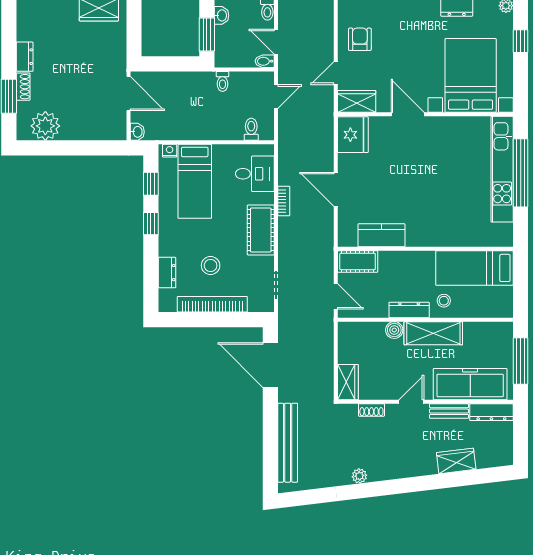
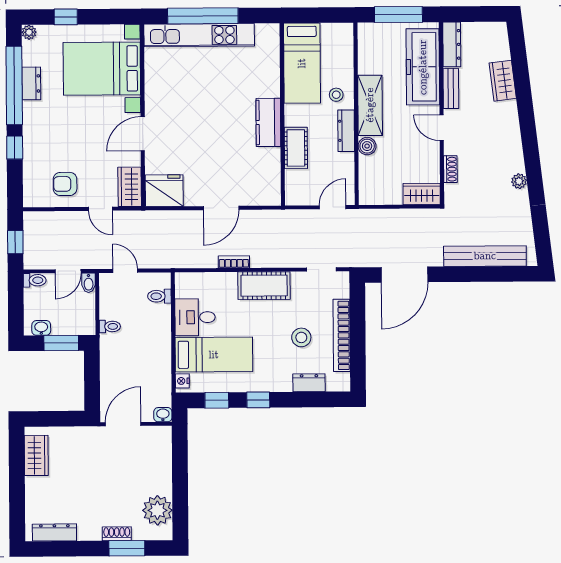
dresser: (25, 57) -> (54, 532), moved, width x1.44
desk: (255, 174) -> (195, 317), moved, turned -90
kitchen counter: (381, 235) -> (268, 122), moved
cot: (358, 261) -> (296, 148), moved

